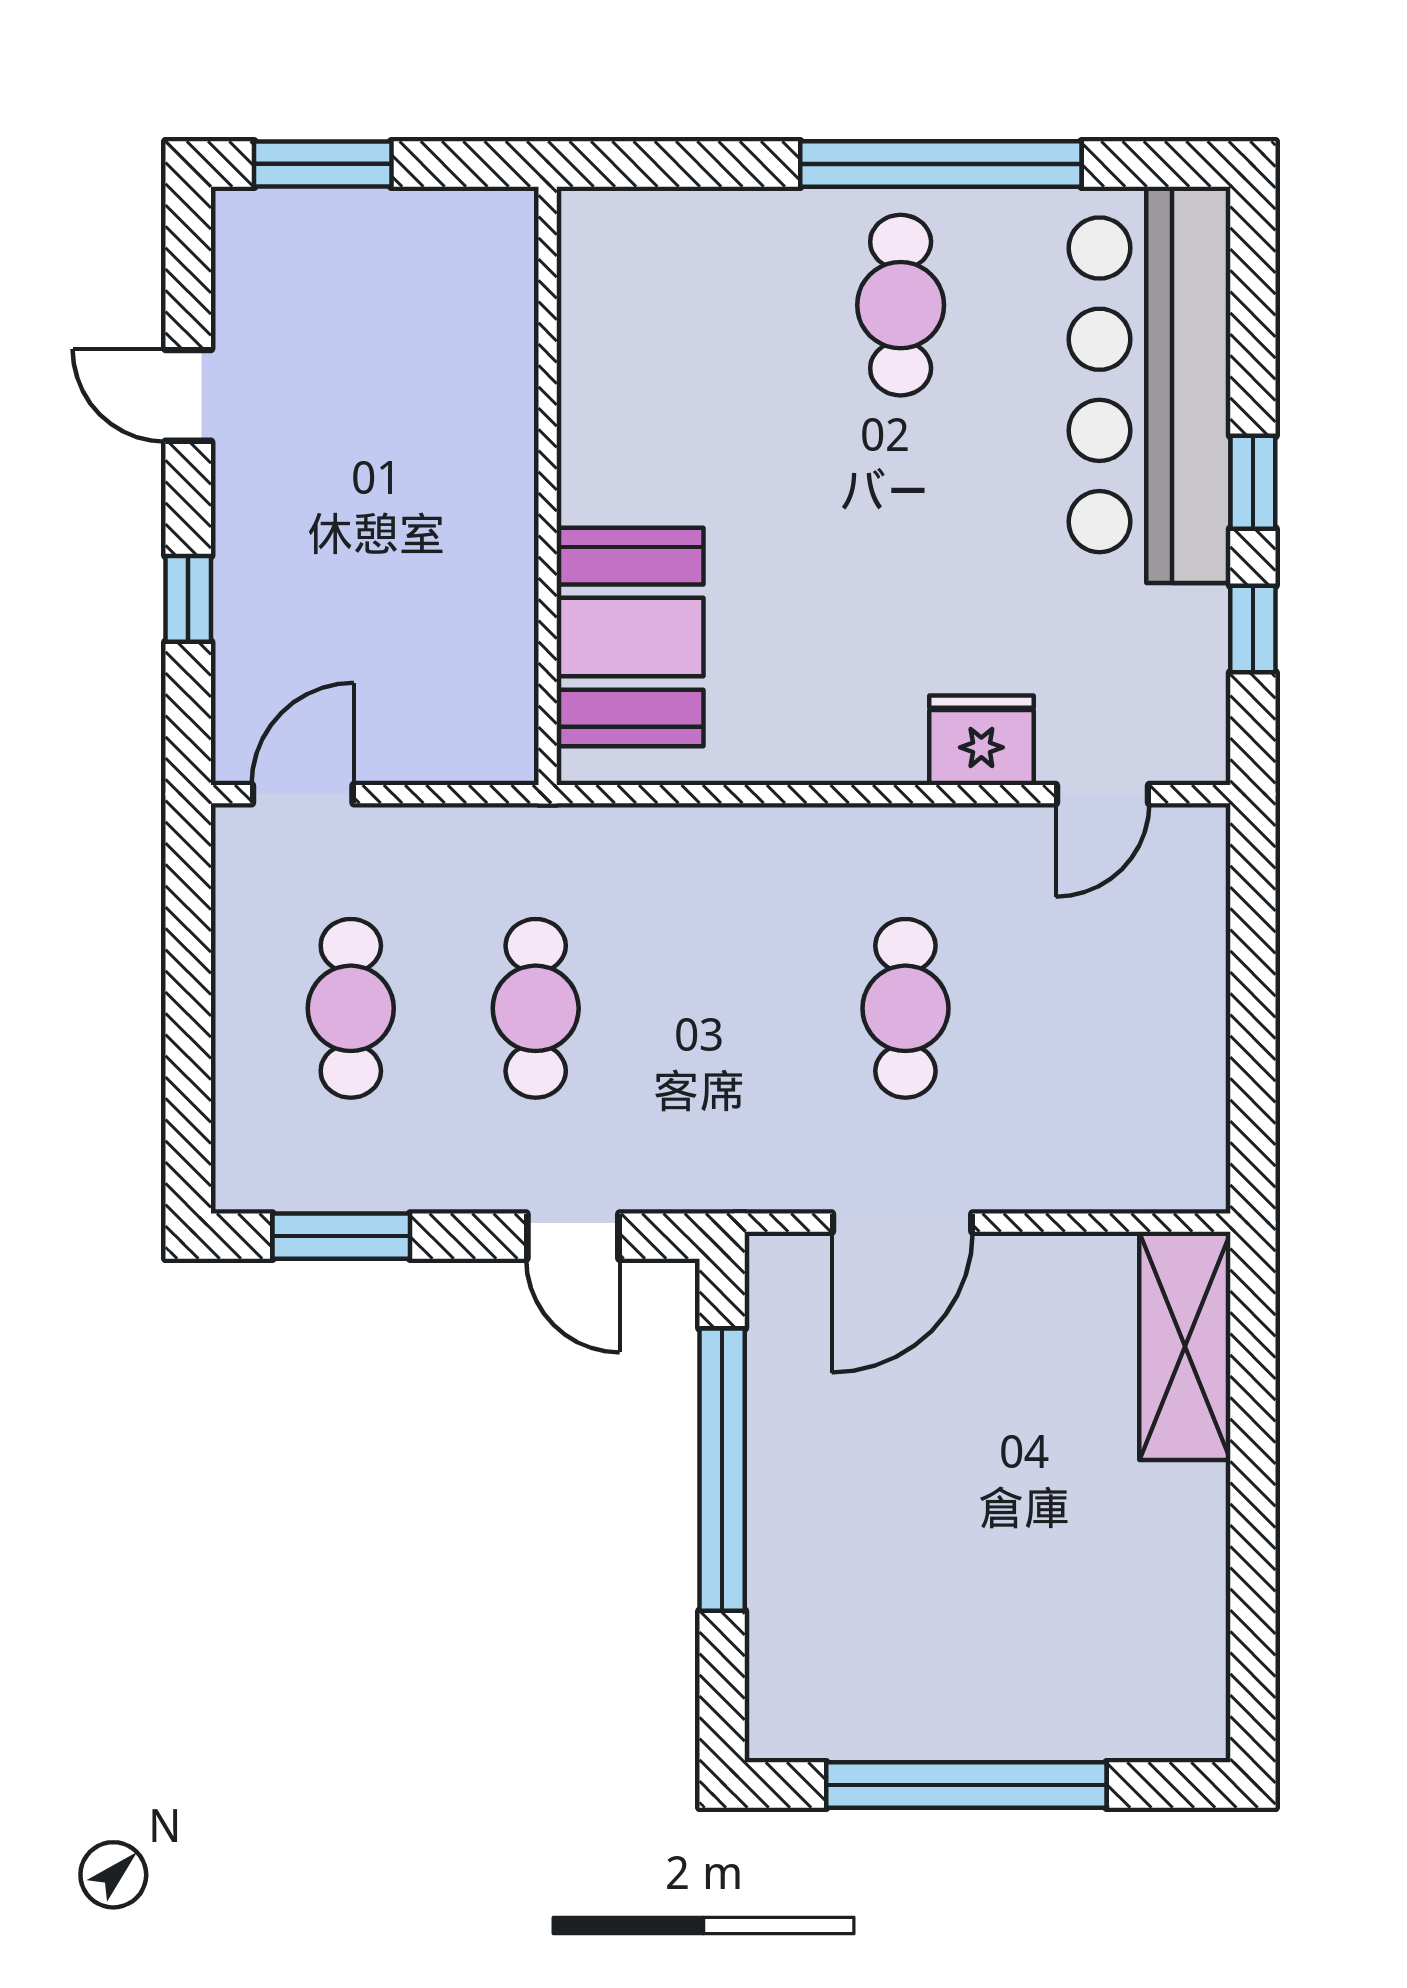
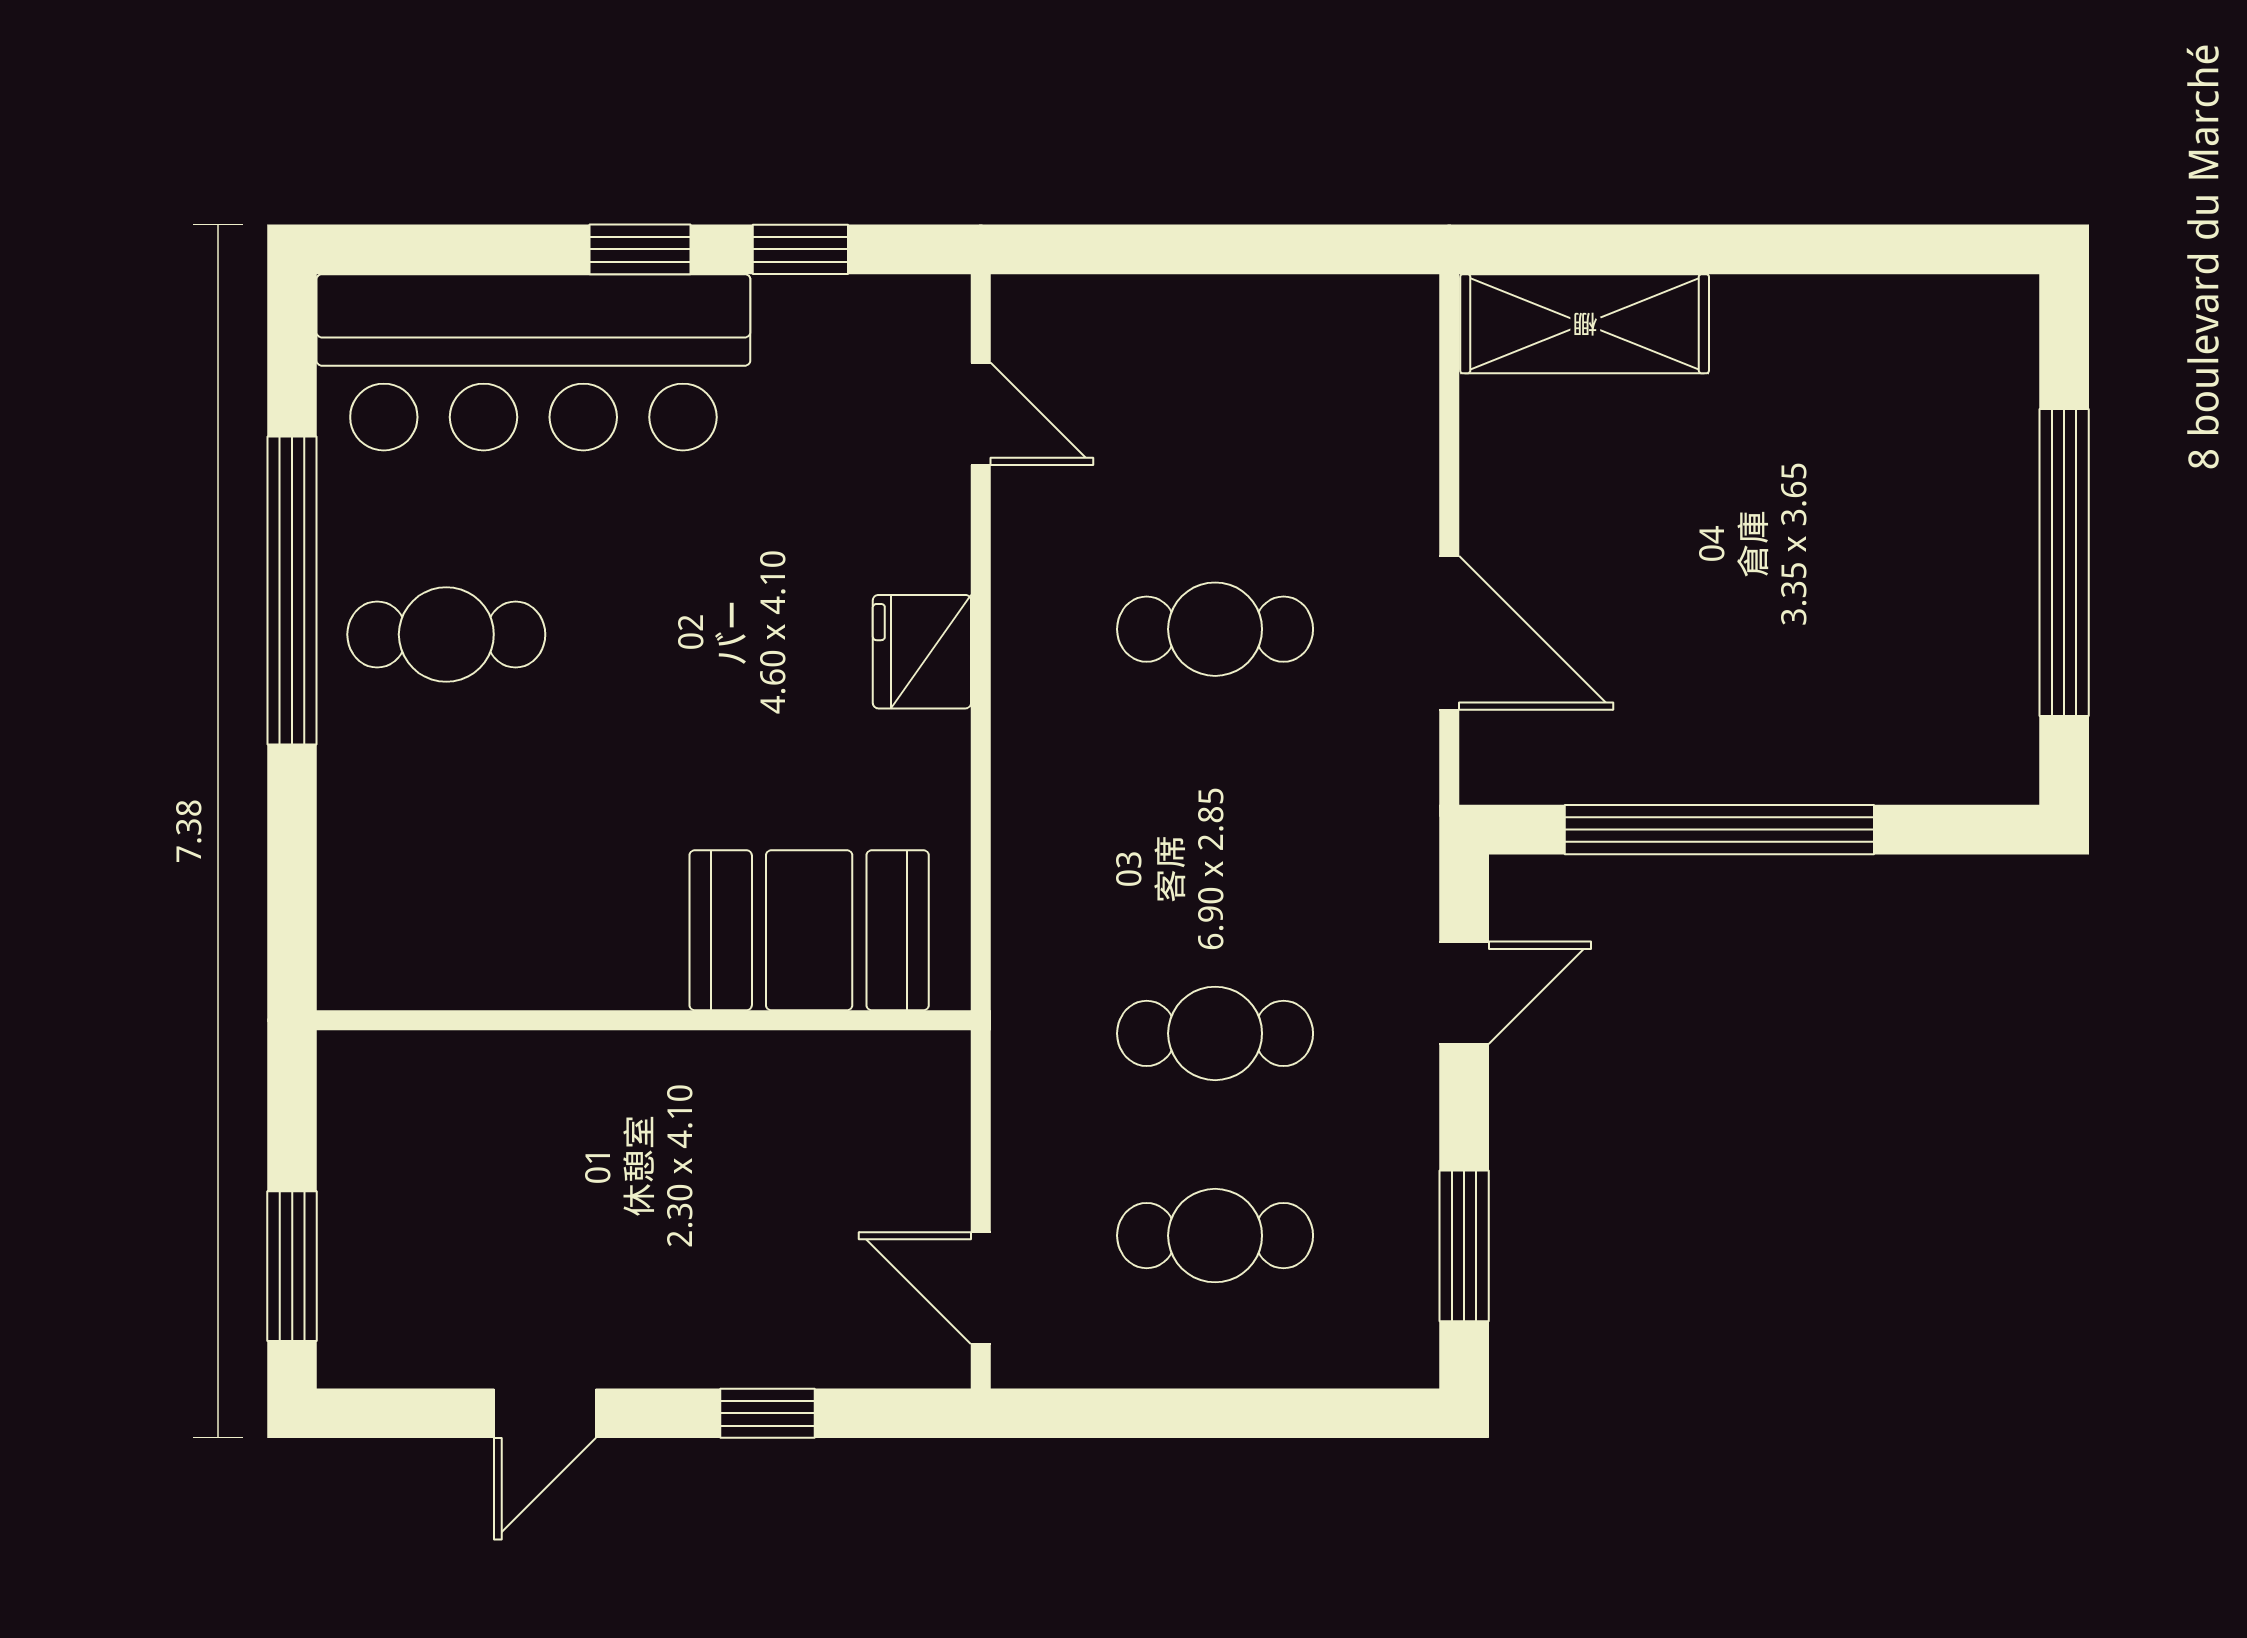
fridge: (981, 740) -> (922, 652), moved

